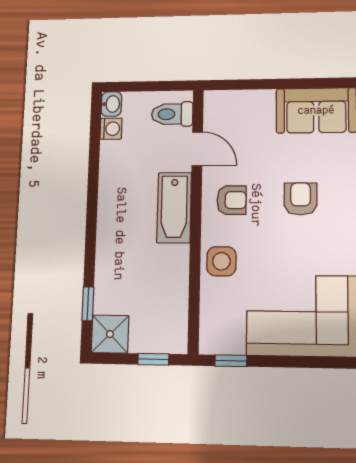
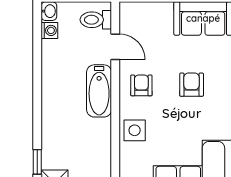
armchair: (232, 200) -> (141, 85), turned -90

